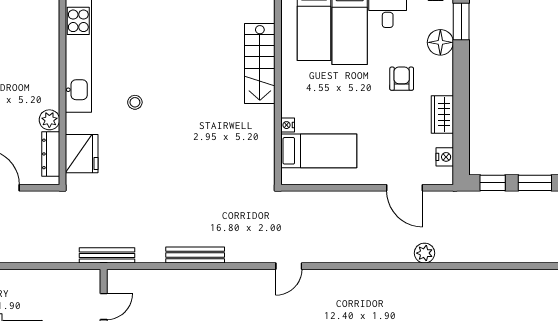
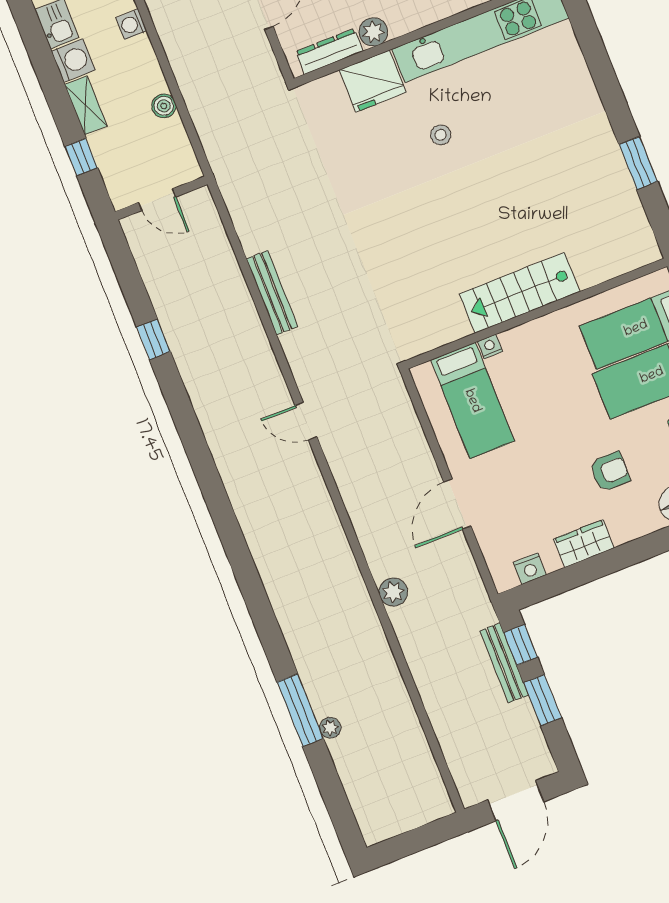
stairs: (260, 63) -> (520, 293), moved
fridge: (82, 154) -> (373, 81), moved
door: (405, 188) -> (457, 504), moved
bench: (107, 255) -> (504, 663), moved
boiler: (43, 278) -> (164, 106), added

